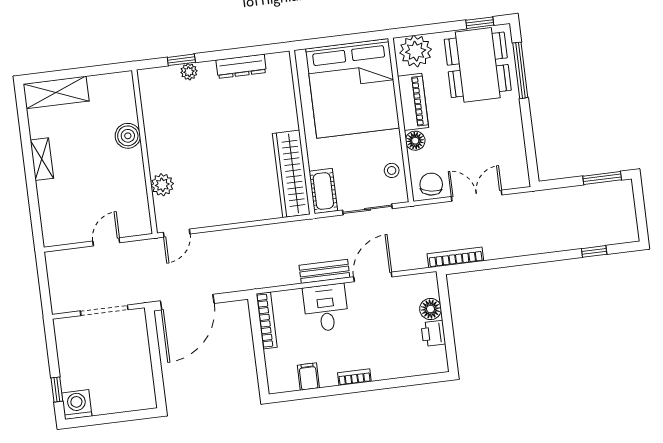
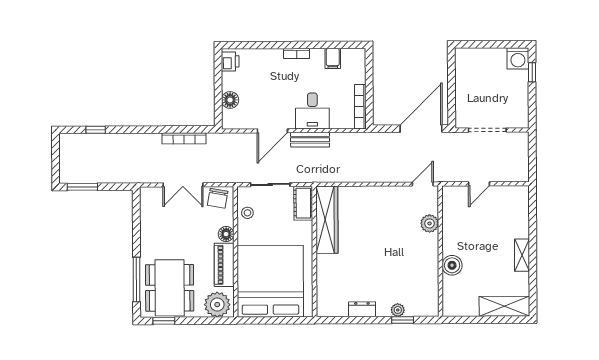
dresser: (241, 66) -> (362, 309), width x0.70
bookcase: (455, 257) -> (184, 138), moved
printer: (433, 333) -> (230, 61), moved

